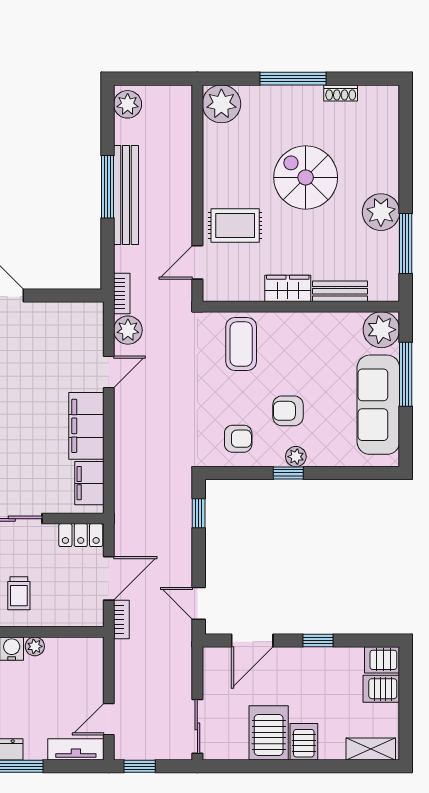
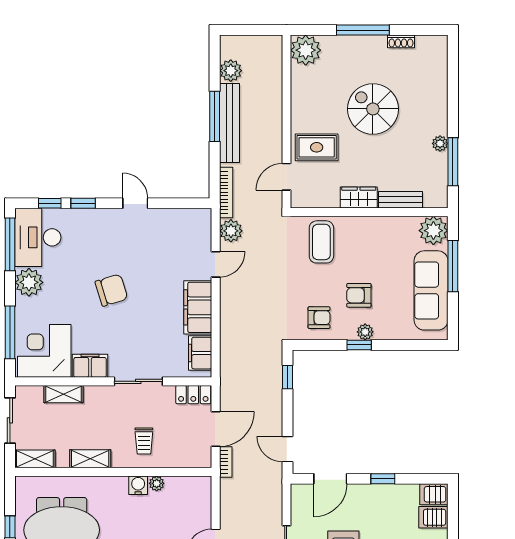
plant: (128, 104) -> (231, 71), moved
plant: (381, 212) -> (440, 143), width x0.53, depth x0.53
bookcase: (122, 293) -> (226, 192), width x1.56

